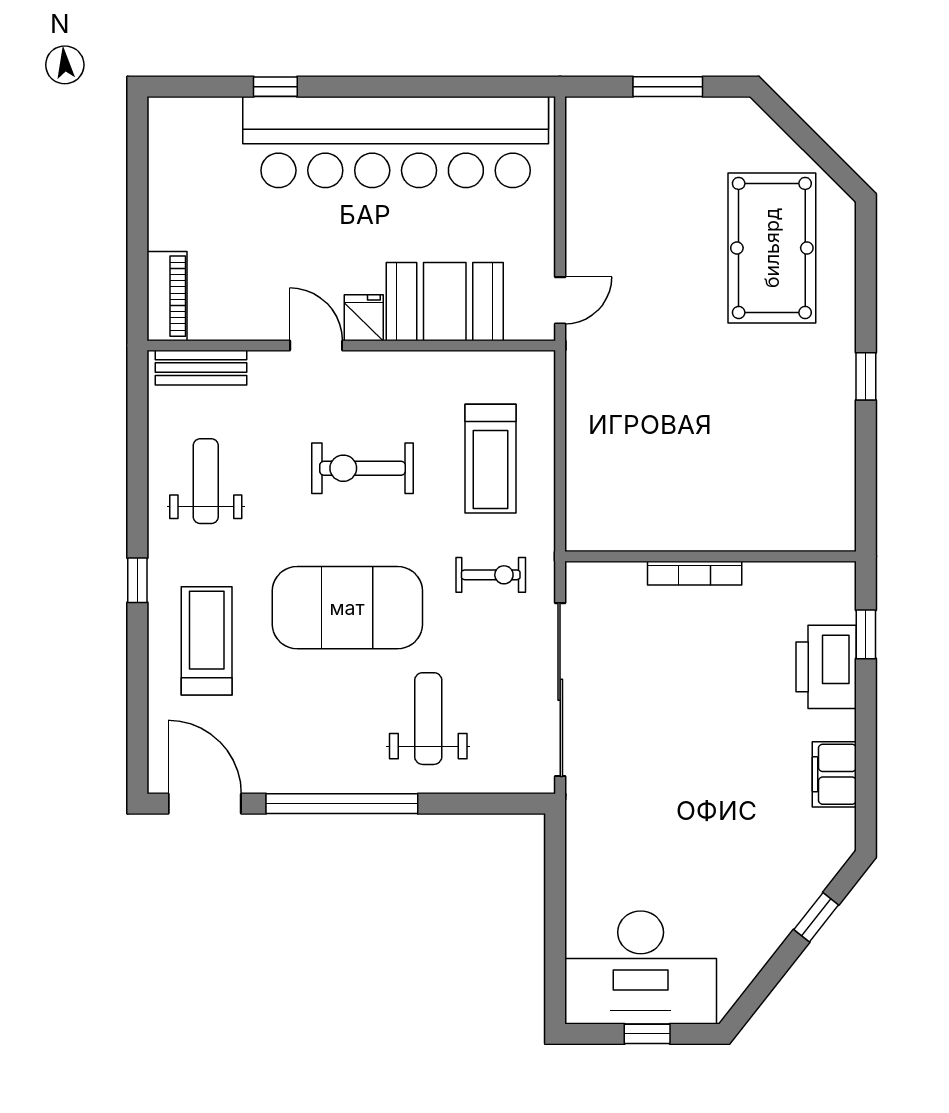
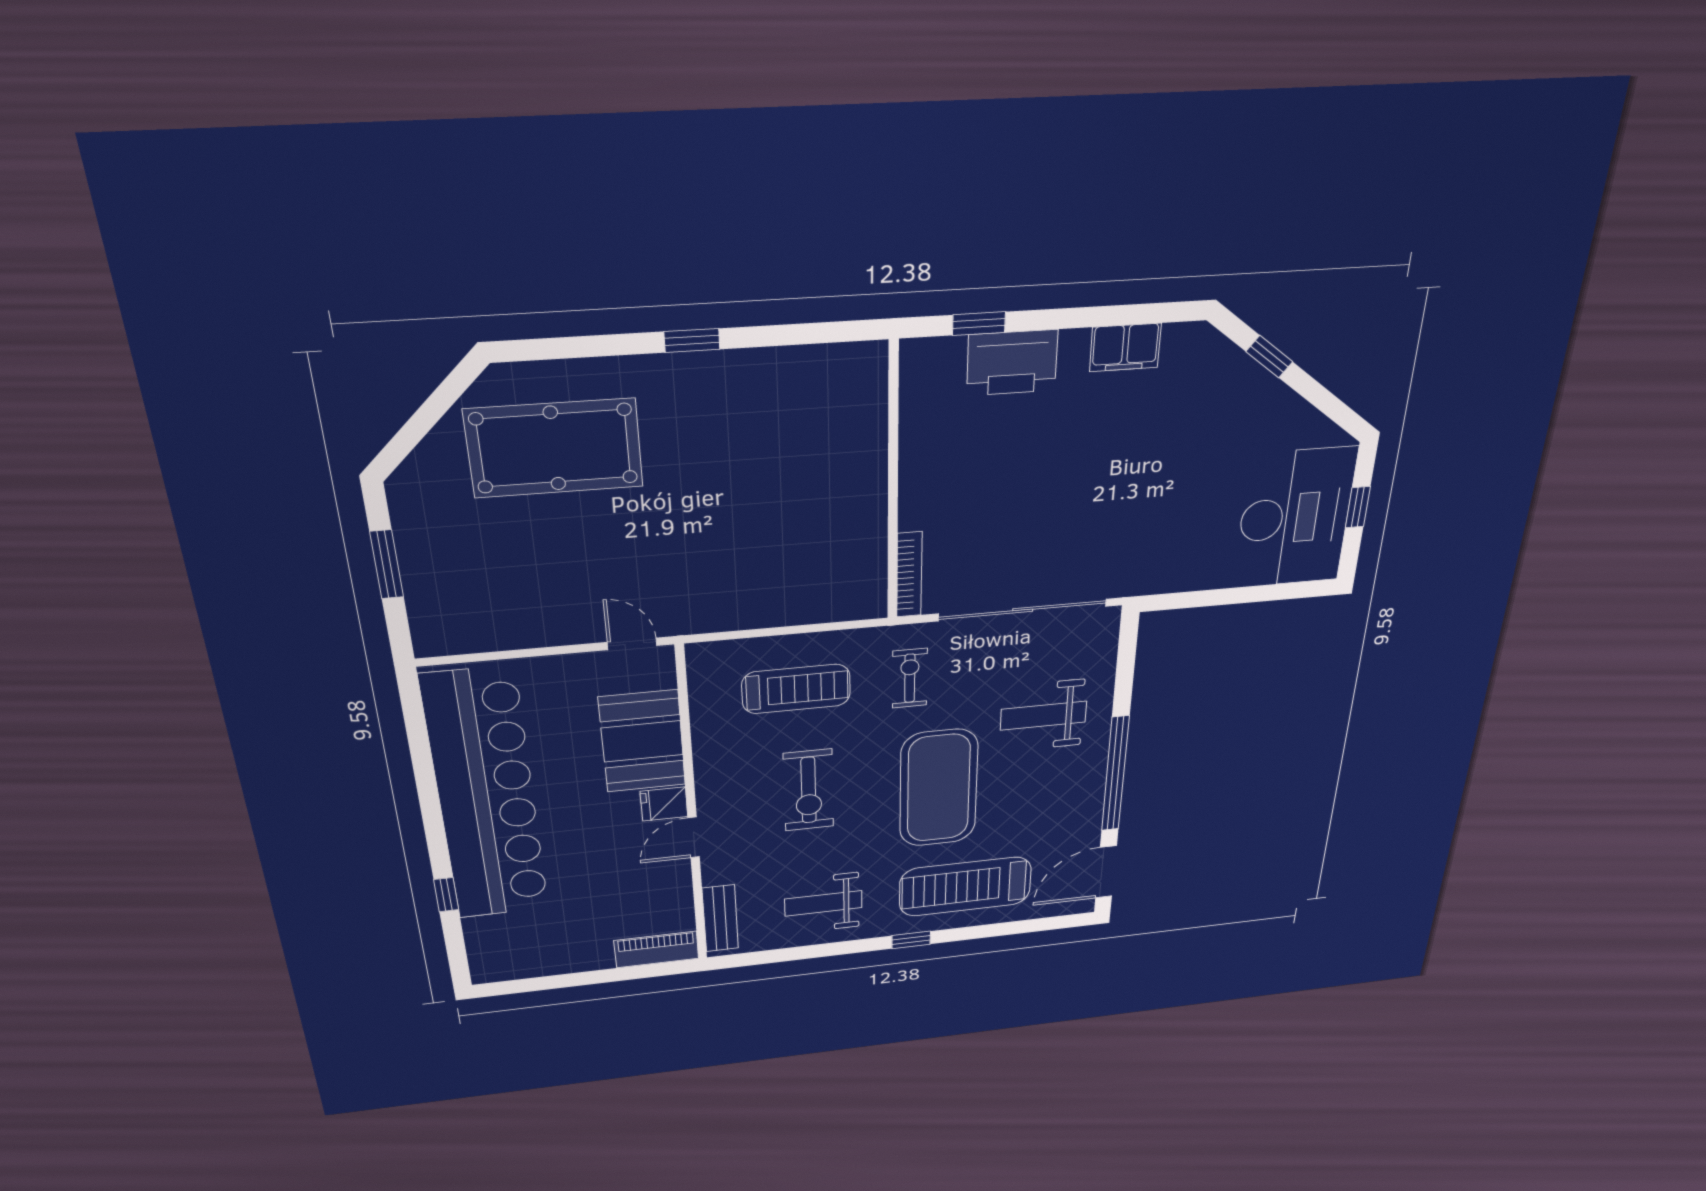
bookcase: (695, 573) -> (909, 575), moved
treadmill: (207, 641) -> (965, 887), width x1.37, depth x1.38

